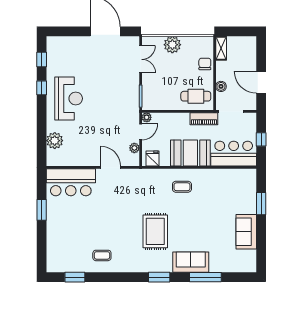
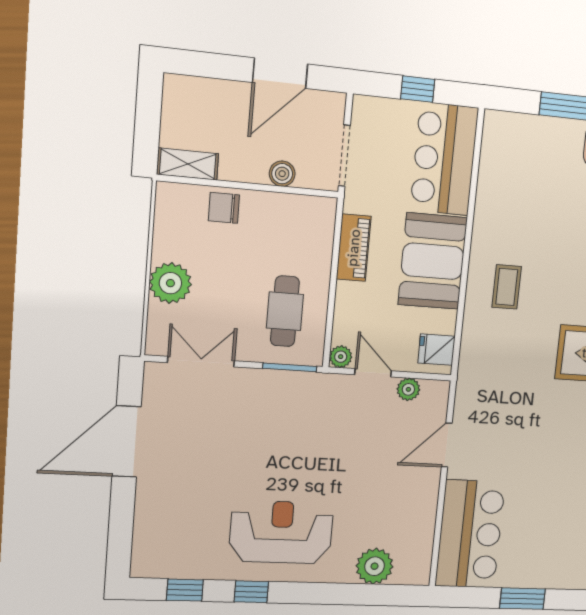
cafe table: (196, 96) -> (285, 311), moved
piano: (204, 119) -> (354, 248), moved

